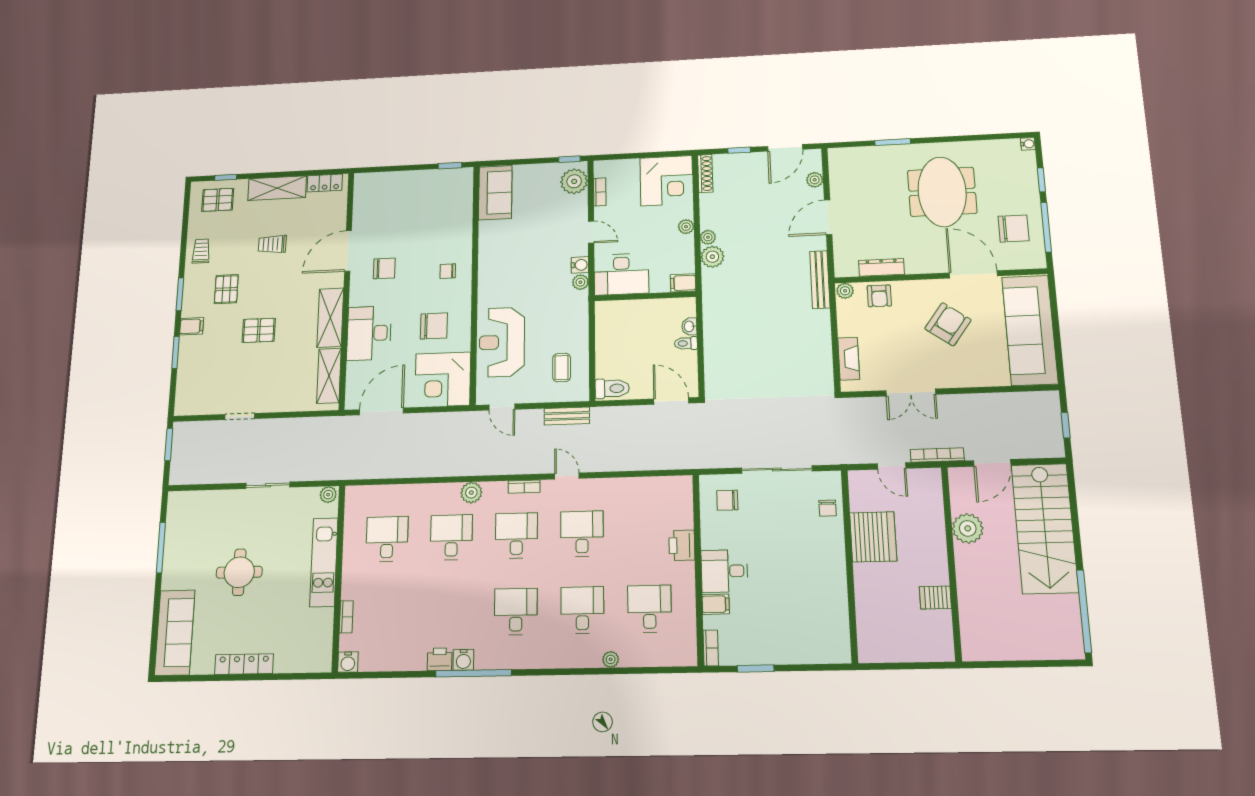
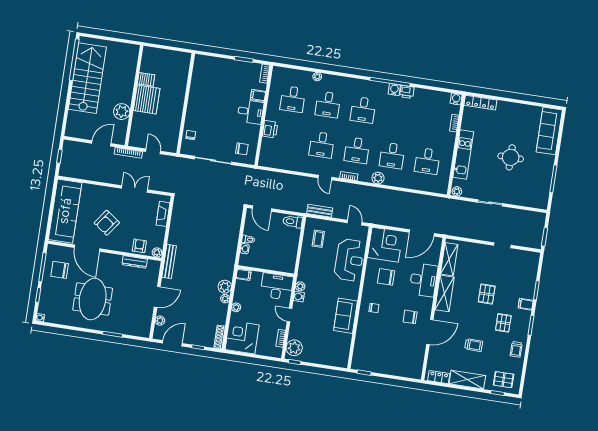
sofa: (495, 193) -> (346, 316), moved
pallet: (259, 330) -> (487, 294), turned 90
stairs: (1045, 528) -> (87, 78), moved
server rack: (873, 537) -> (147, 99), moved, turned 180
locker: (244, 664) -> (480, 103), moved

